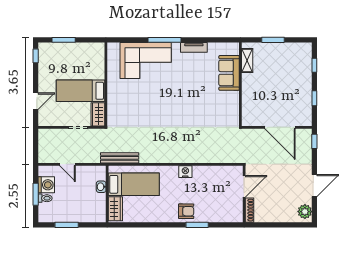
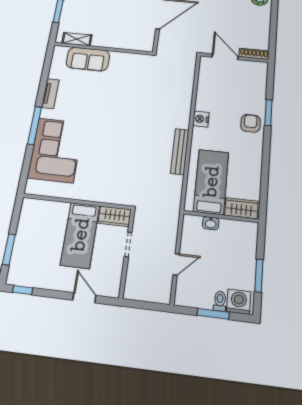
bench: (120, 158) -> (180, 152), moved
washing machine: (46, 185) -> (239, 302), moved

